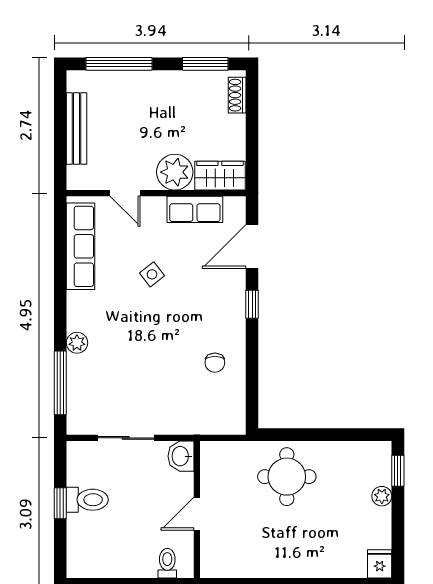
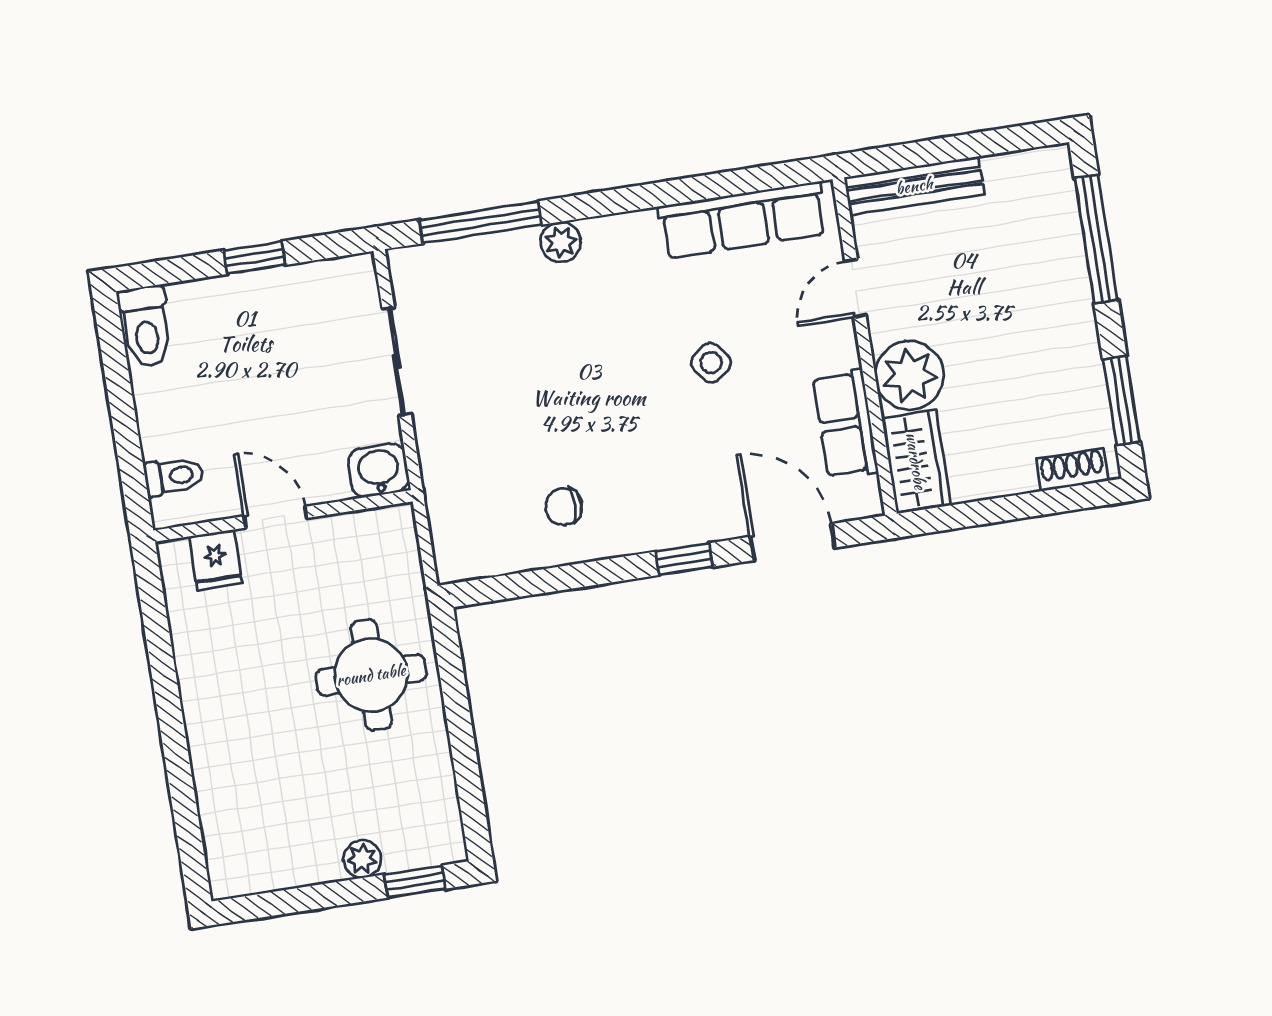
bench: (76, 128) -> (914, 186), moved
toilet: (87, 500) -> (146, 327), moved
fridge: (380, 564) -> (216, 560), moved, turned 90

